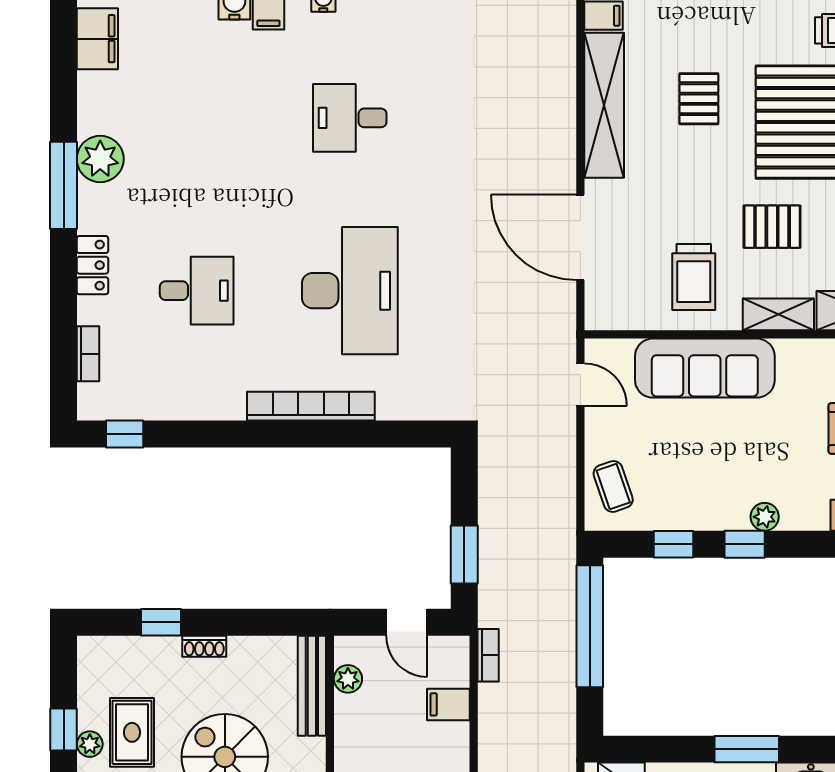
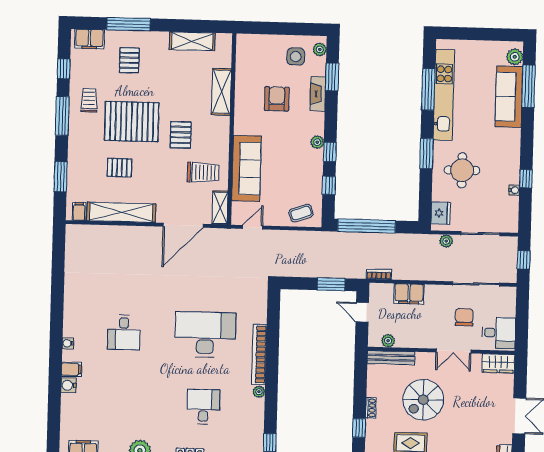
shelving: (778, 314) -> (220, 208), moved
plant: (232, 408) -> (259, 392), added
door: (407, 622) -> (362, 312), swing flipped
filing cabinet: (448, 704) -> (409, 294), width x2.00

